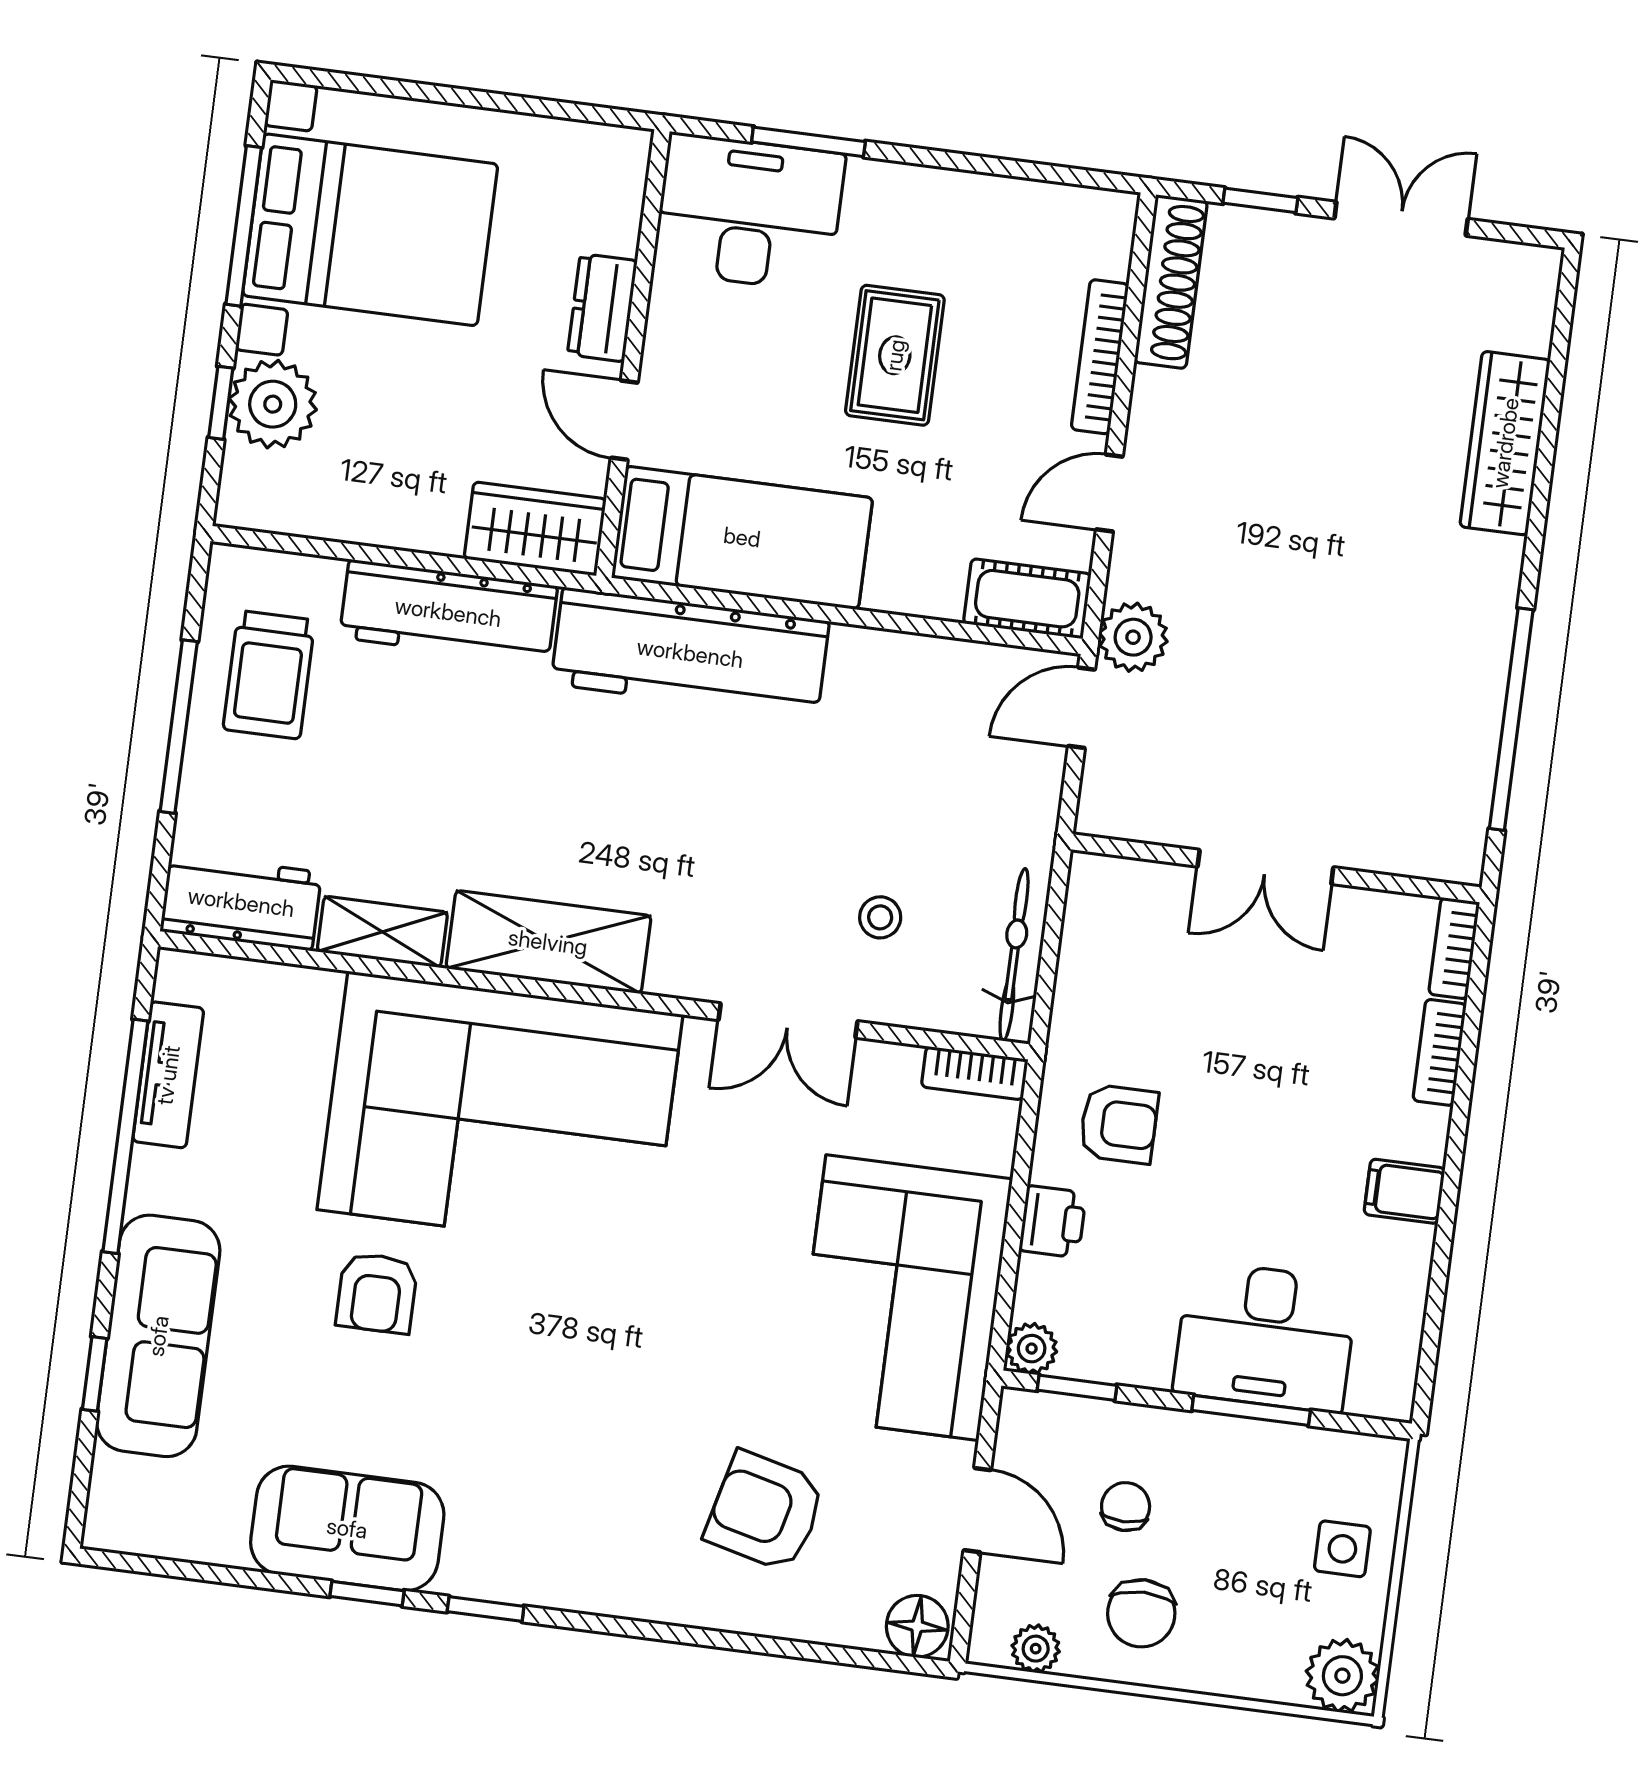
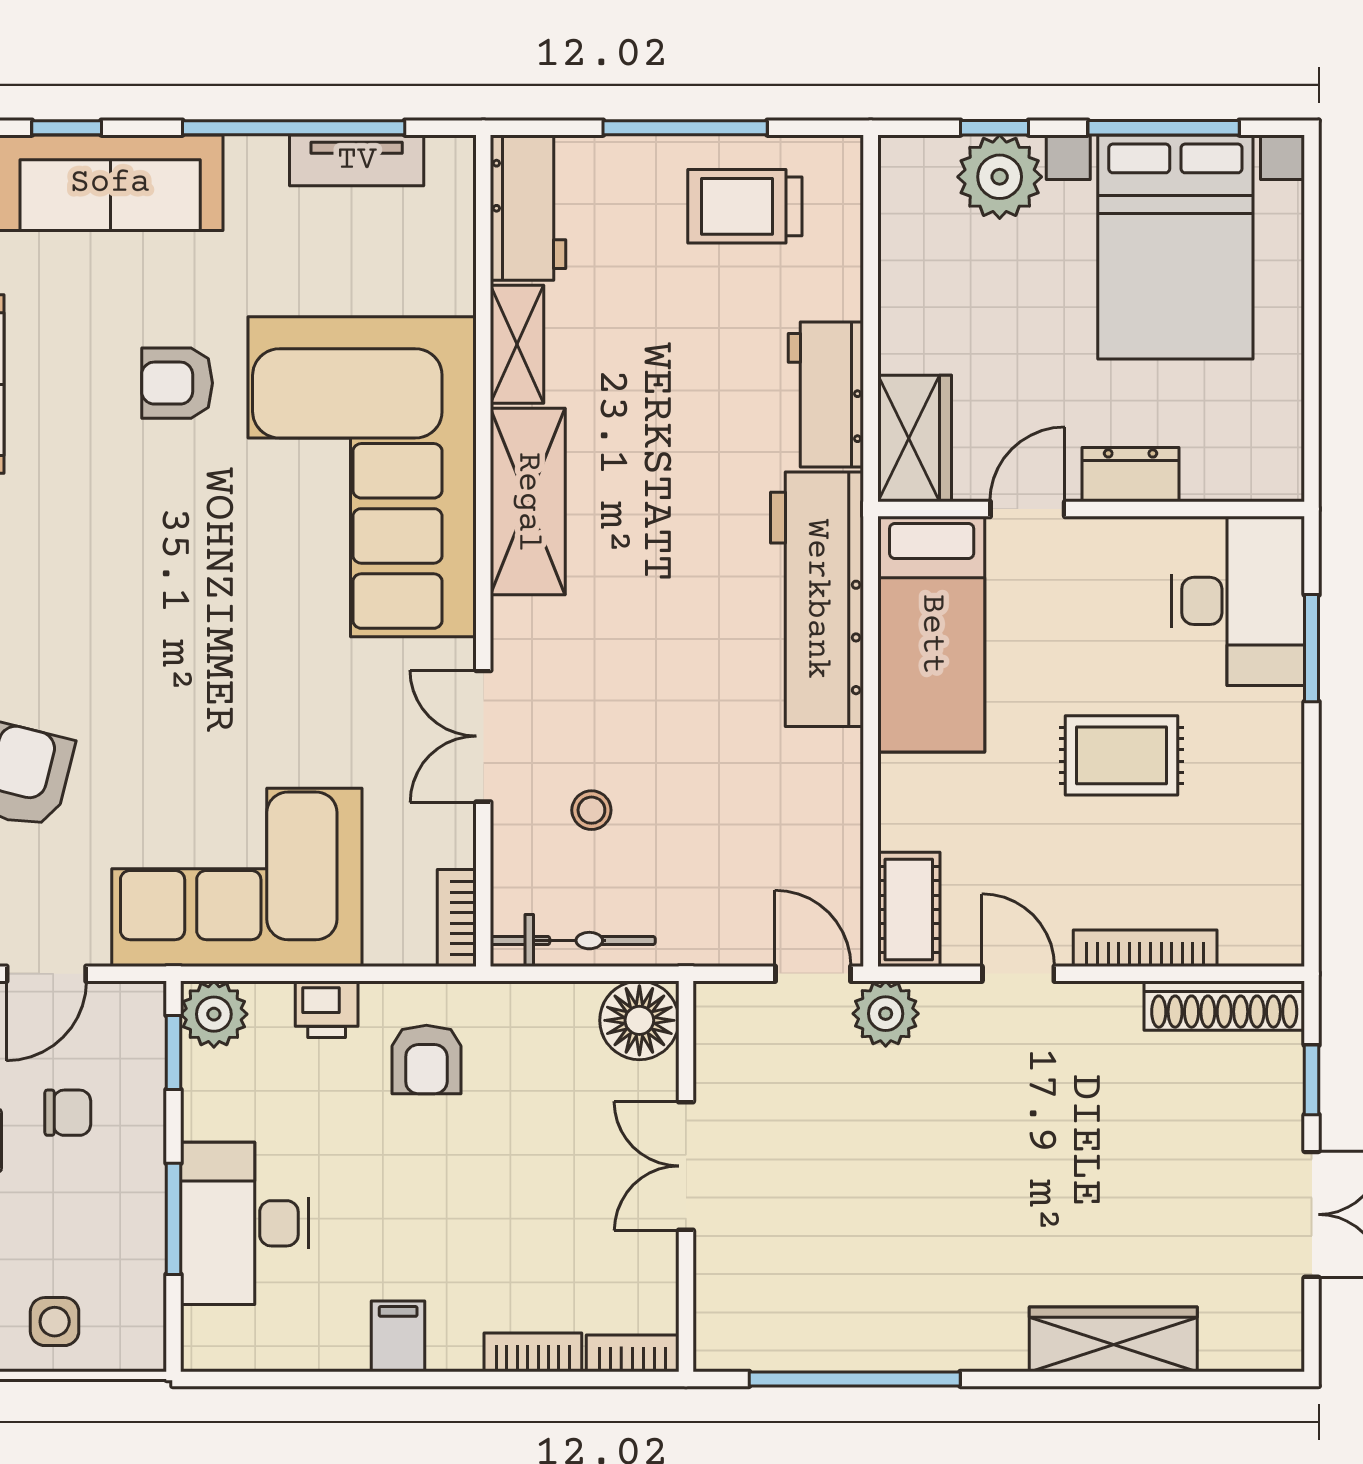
workbench: (448, 612) -> (826, 394), width x0.73
floor lamp: (1107, 896) -> (639, 1020), added
plant: (1032, 1349) -> (214, 1014), width x1.38, depth x1.38

